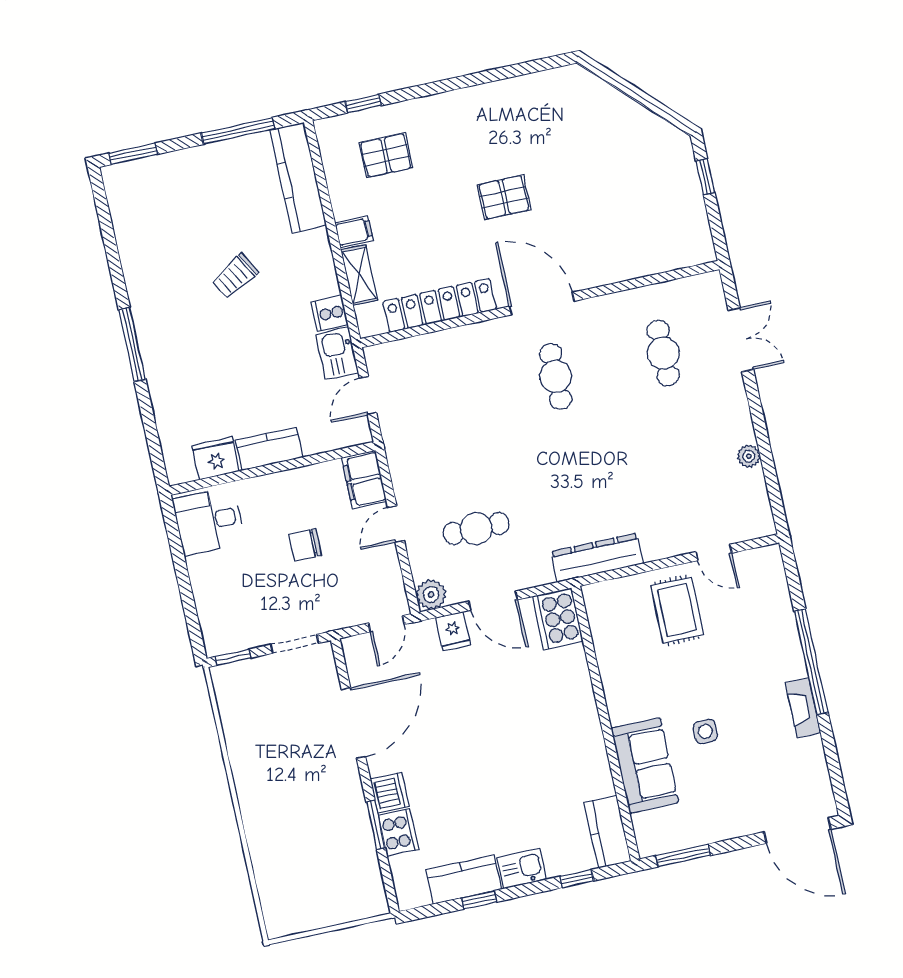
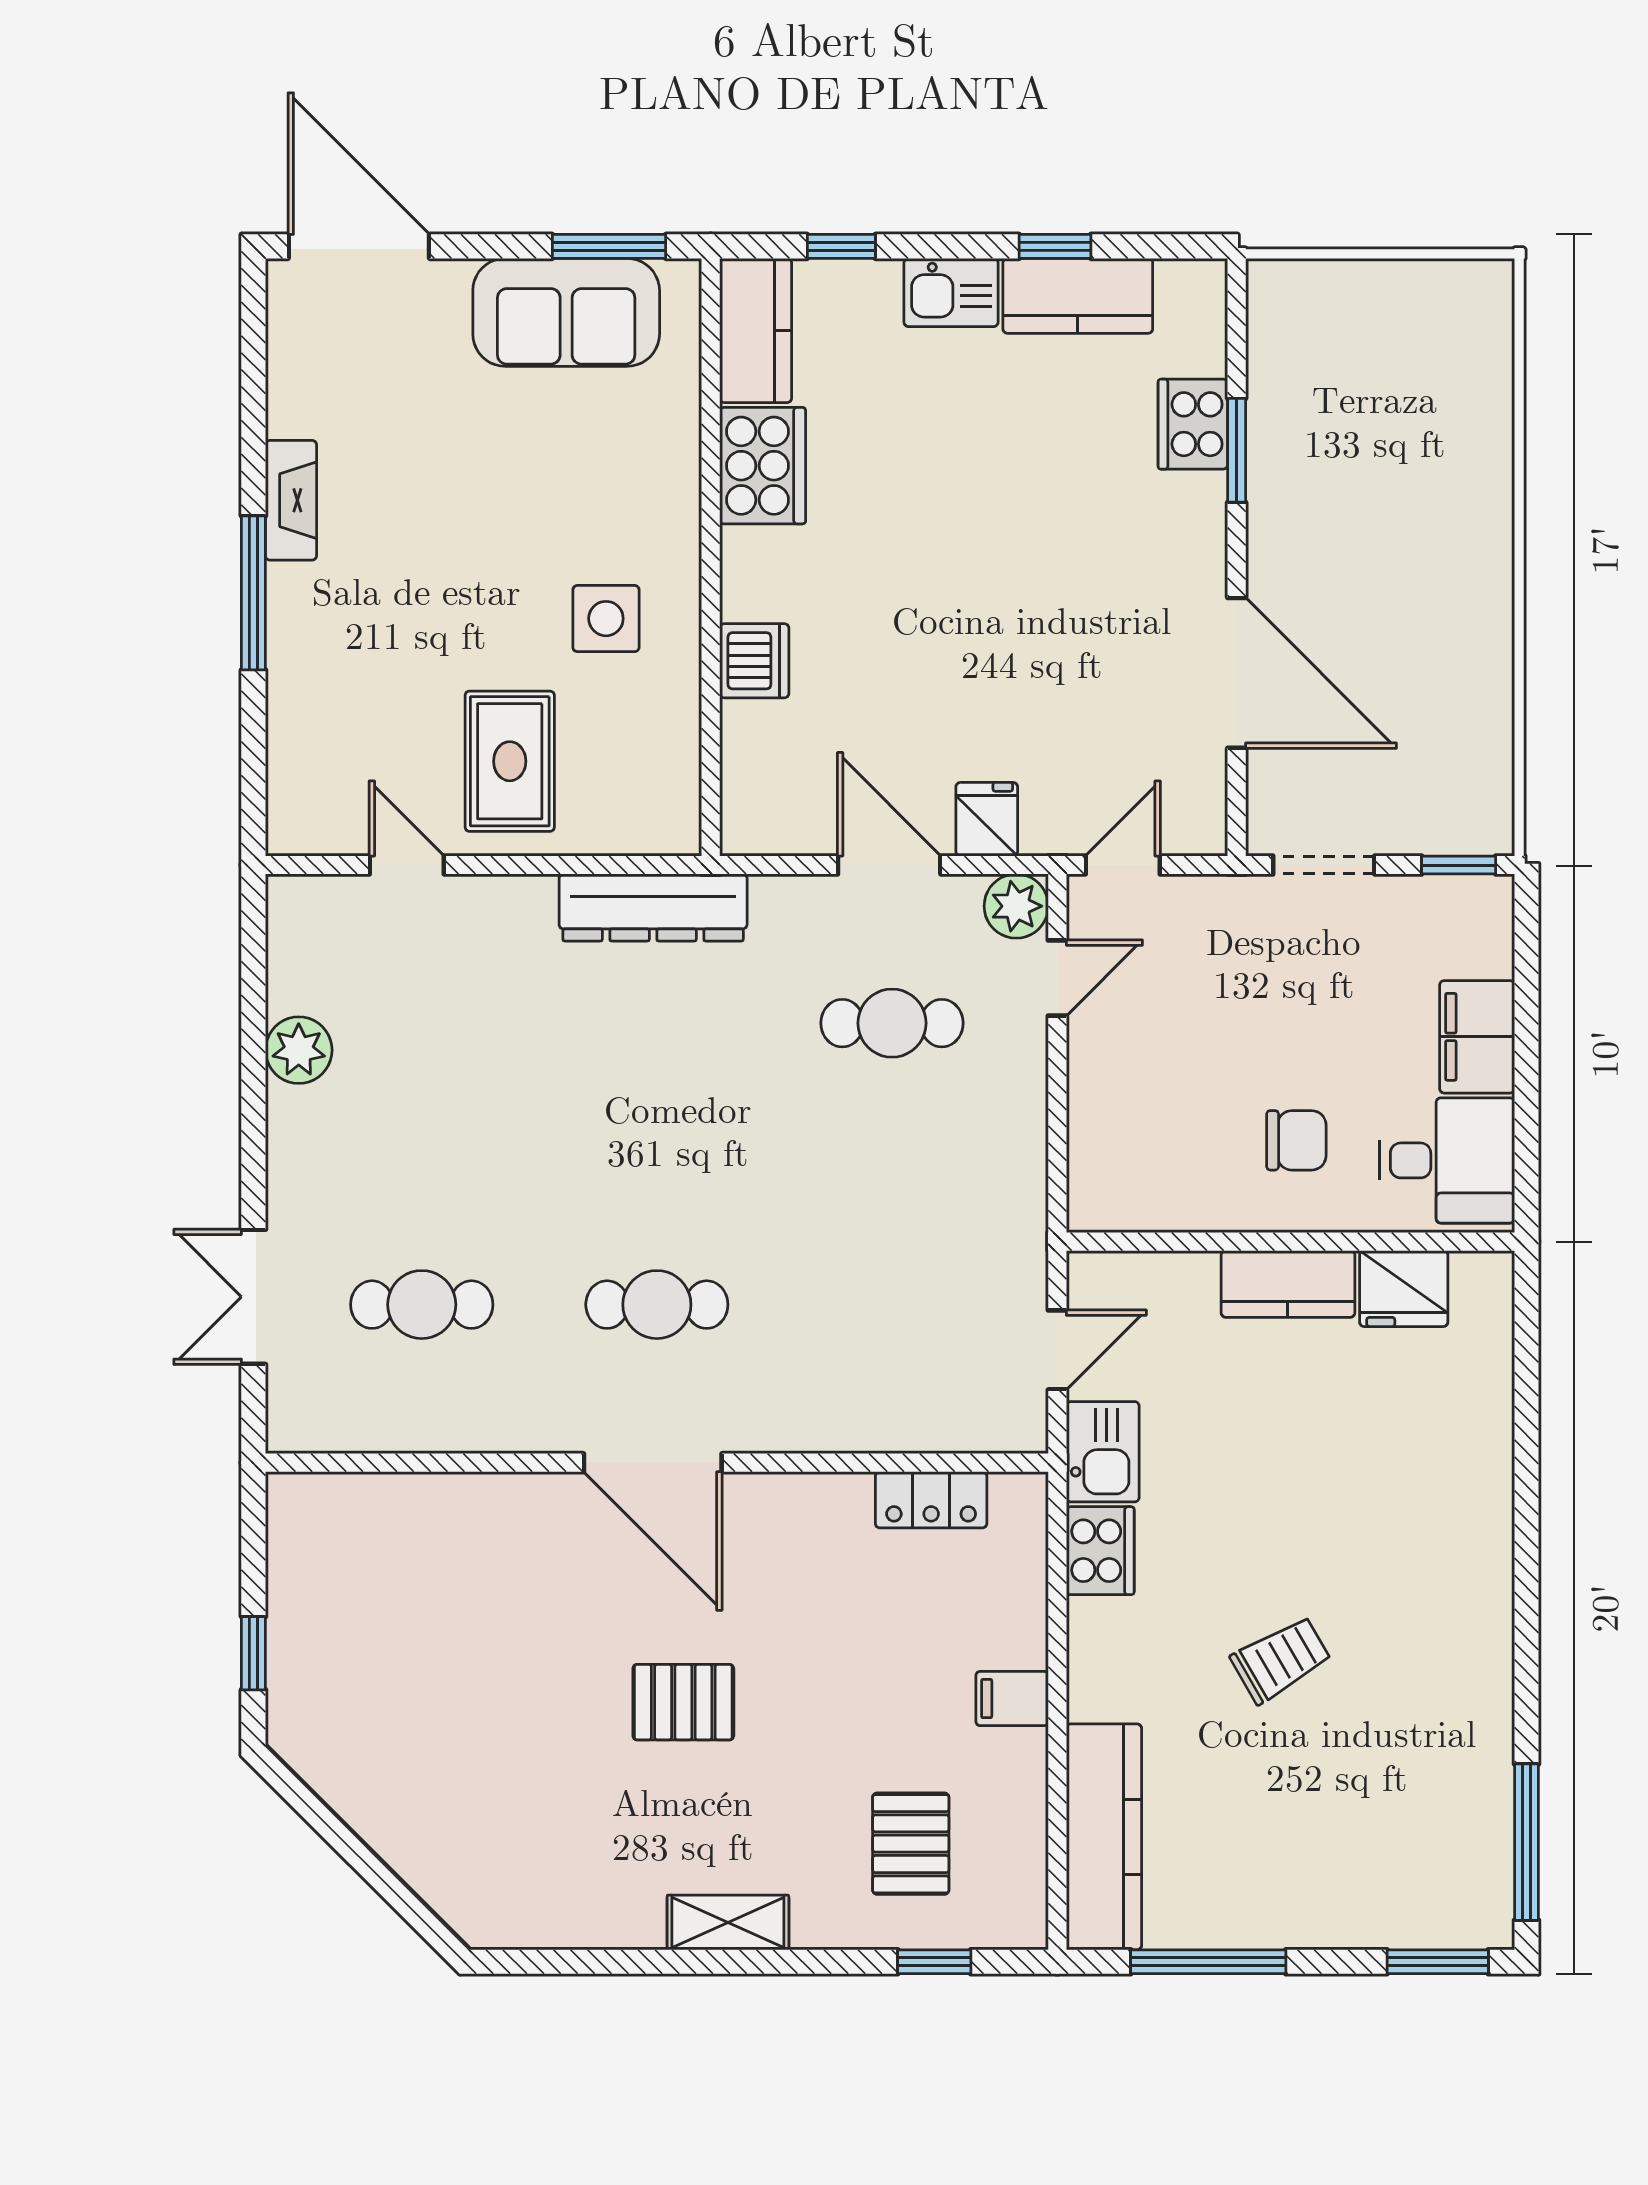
pallet: (386, 155) -> (911, 1844), turned 90
shelving: (359, 275) -> (728, 1922), moved, turned 90
locker: (440, 305) -> (931, 1500), width x0.46, depth x0.83
cooker: (330, 313) -> (1100, 1551), width x1.36
window: (132, 345) -> (1527, 1842), moved
cafe table: (663, 353) -> (422, 1305), turned 90
cafe table: (556, 376) -> (657, 1305), turned 90
plant: (749, 456) -> (299, 1050), width x1.38, depth x1.38
filing cabinet: (364, 480) -> (1477, 1037), moved, turned 180
door: (396, 524) -> (1057, 978), moved
chair: (305, 545) -> (1296, 1140), moved
cooker: (558, 619) -> (763, 466), moved
window: (811, 662) -> (253, 593), width x0.68
door: (354, 723) -> (1237, 673), swing flipped
side table: (705, 731) -> (606, 619), moved, width x1.37, depth x1.37
sofa: (645, 765) -> (566, 312), moved, turned -90
dishwasher: (390, 793) -> (754, 661), moved, turned 180

